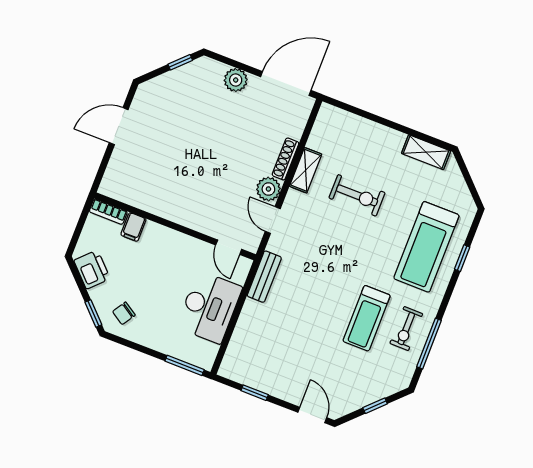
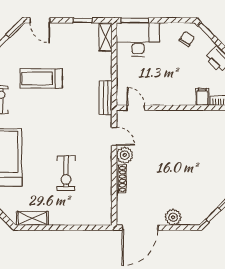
shelving: (306, 170) -> (105, 37), moved
exercise bike: (357, 195) -> (66, 173), turned -90
desk: (209, 307) -> (138, 40), moved, turned 90
treadmill: (367, 318) -> (41, 78), moved, turned -90

